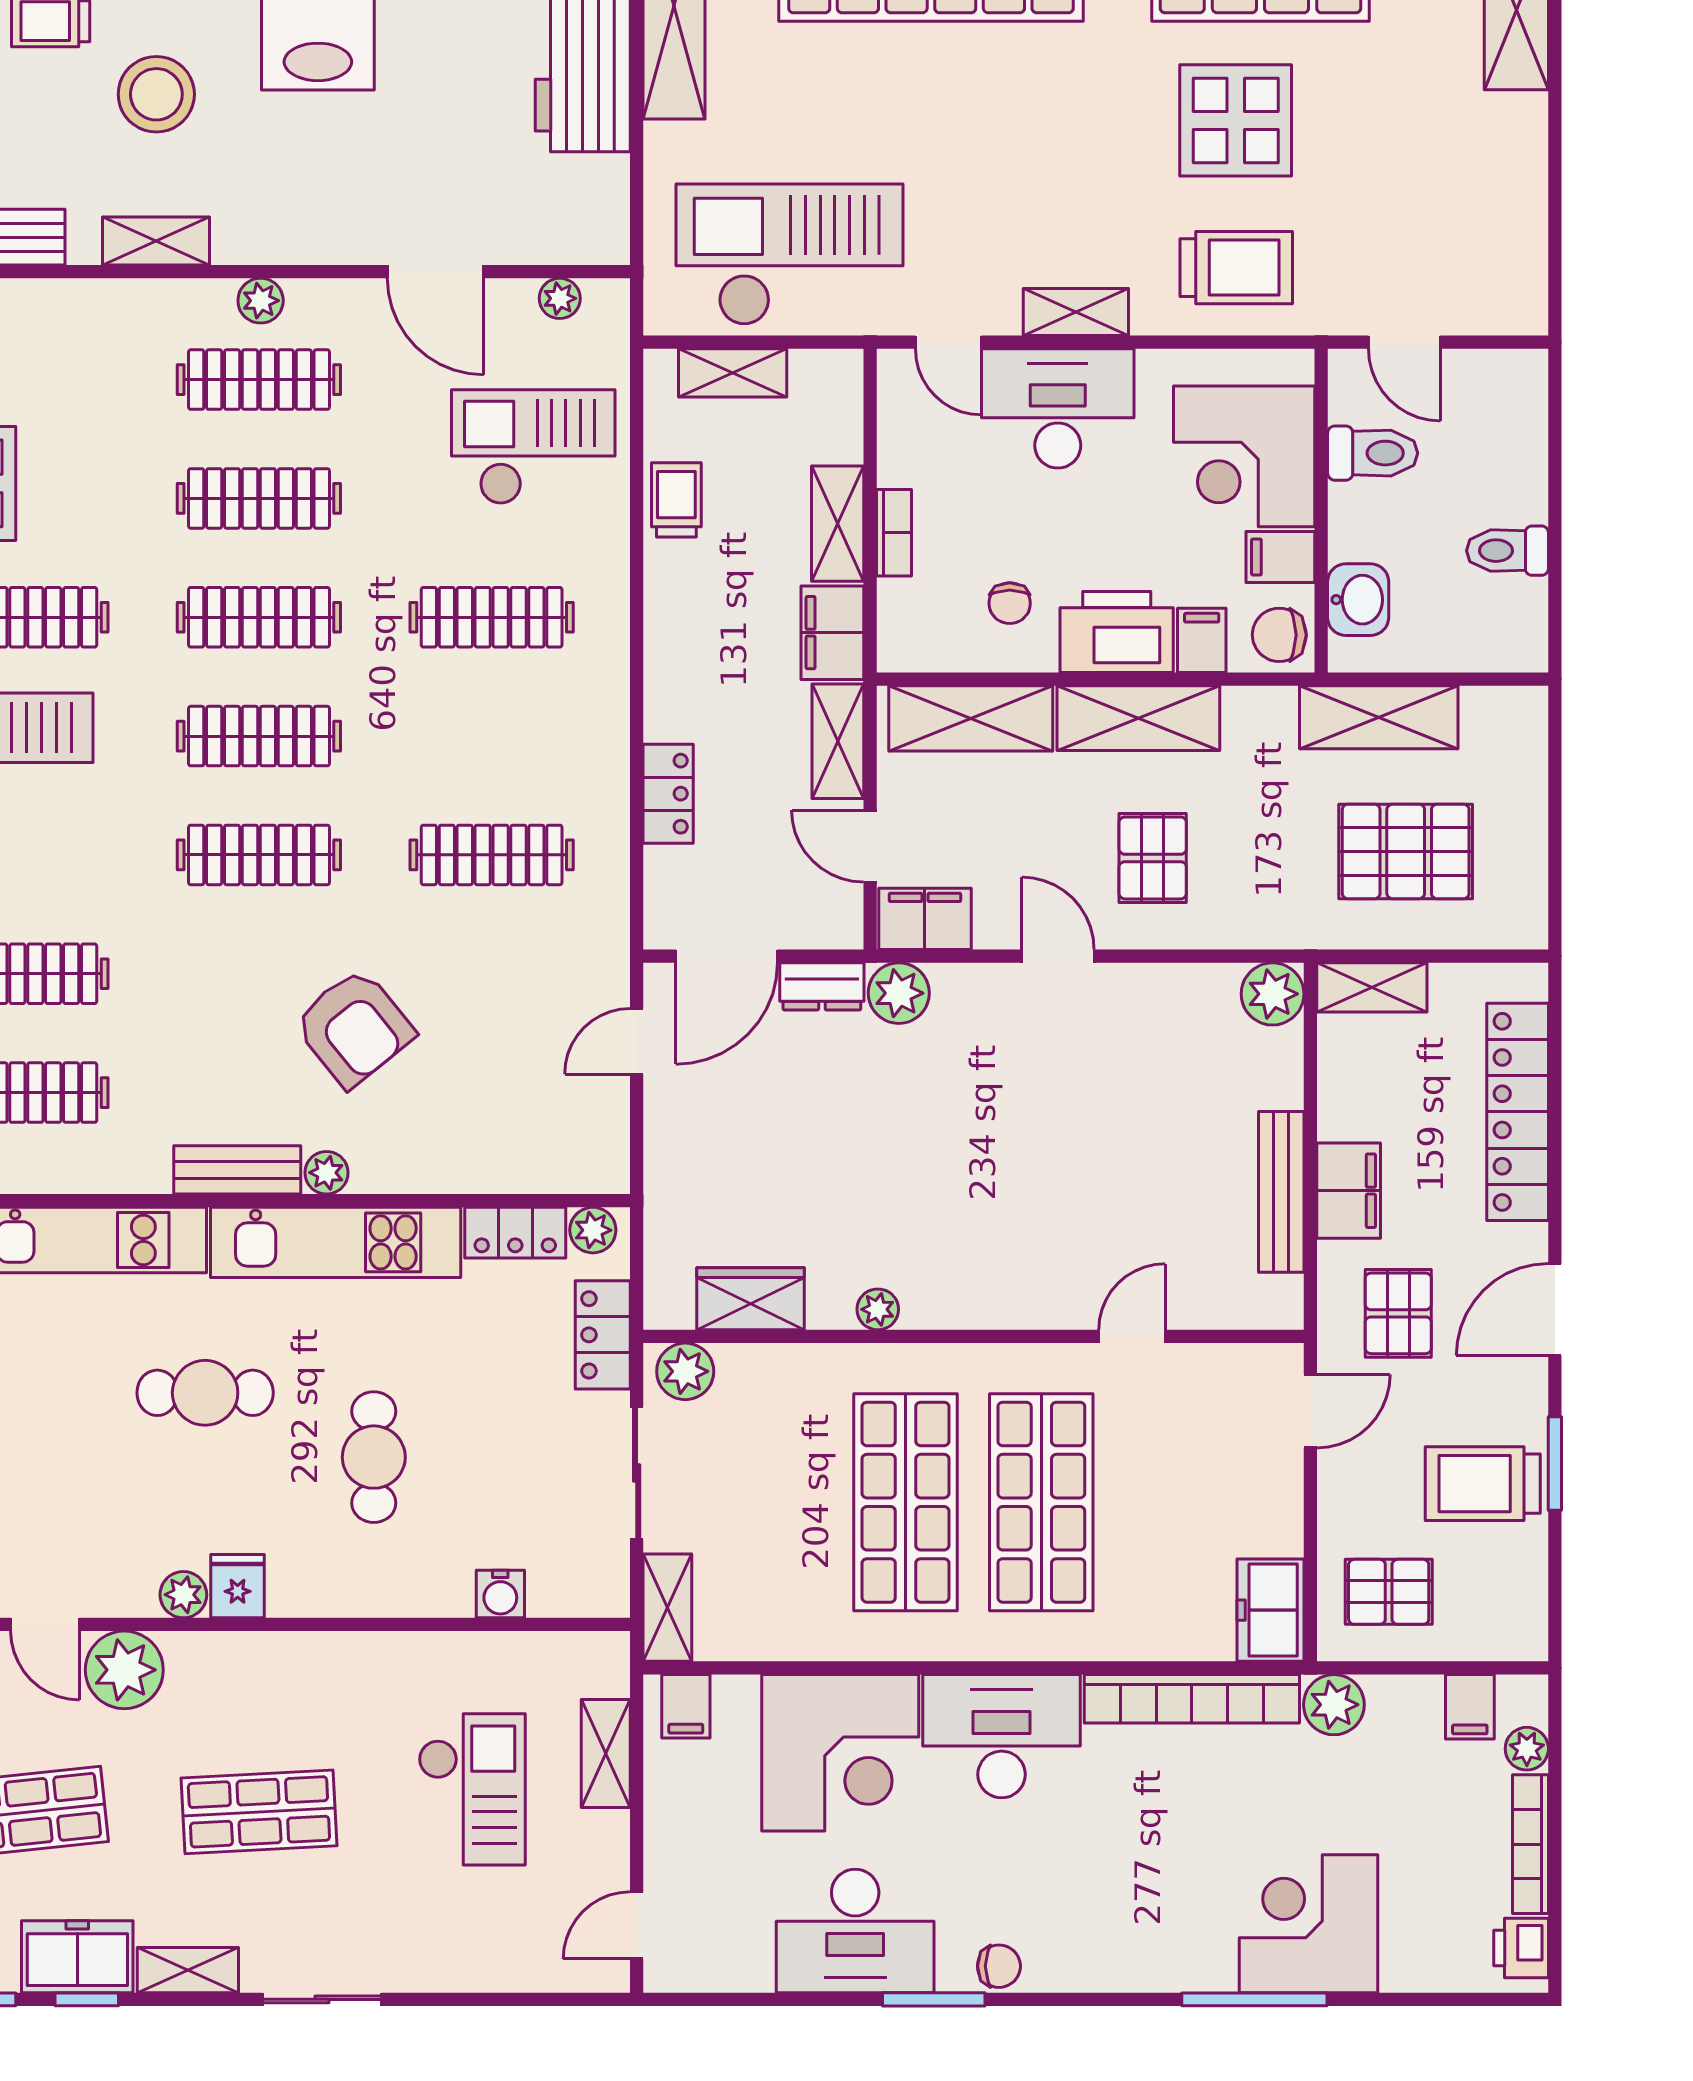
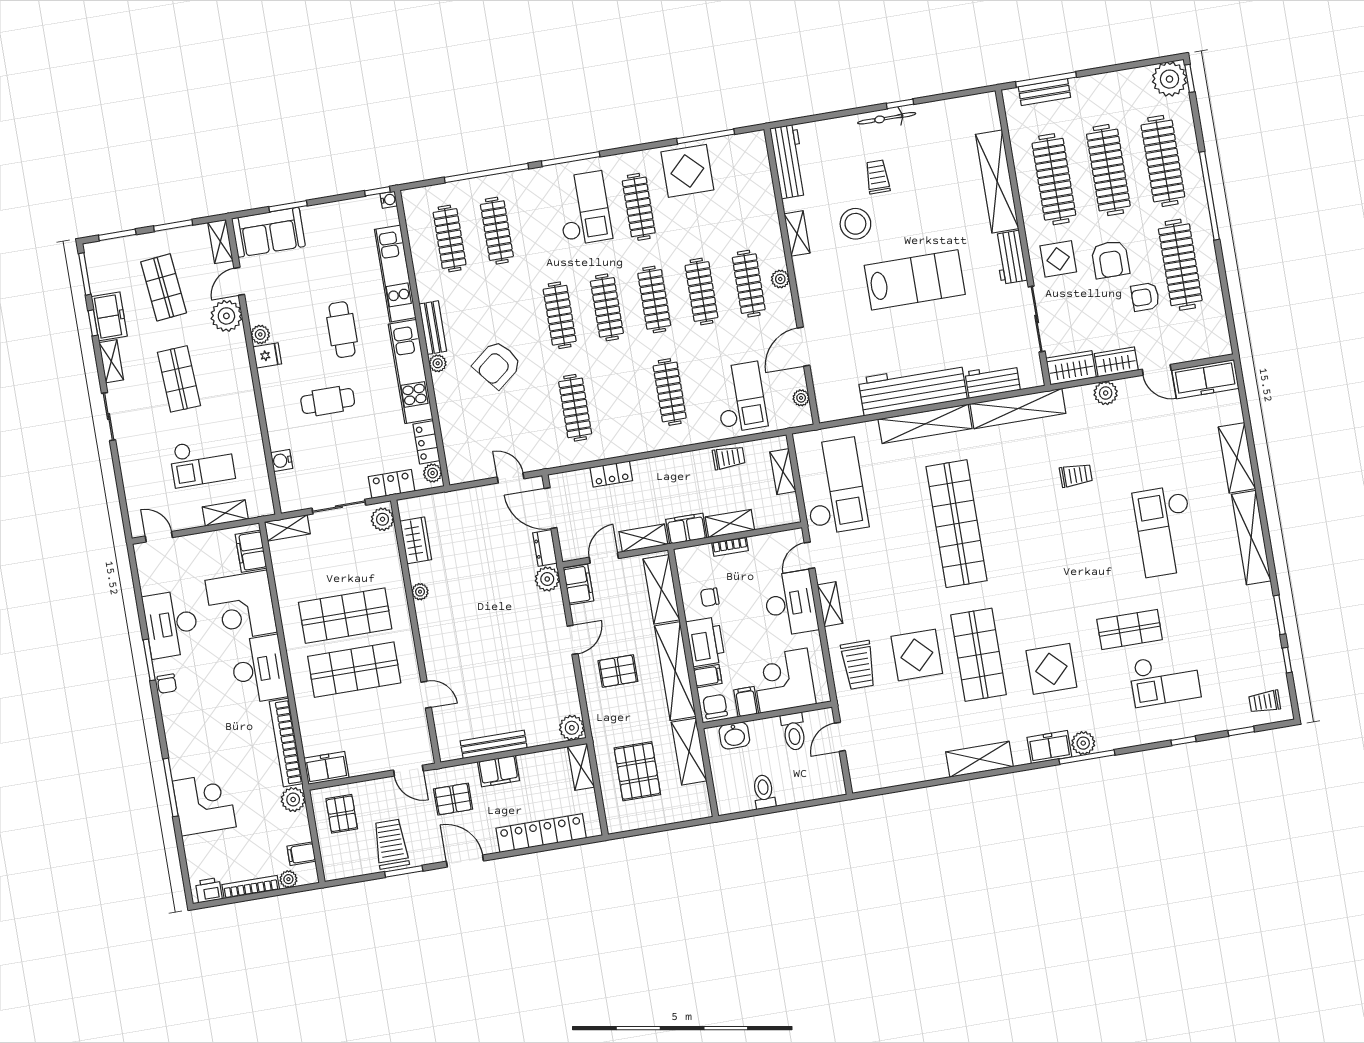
shelving: (1138, 718) -> (675, 671), width x1.47
filing cabinet: (686, 1706) -> (251, 551), width x2.00

